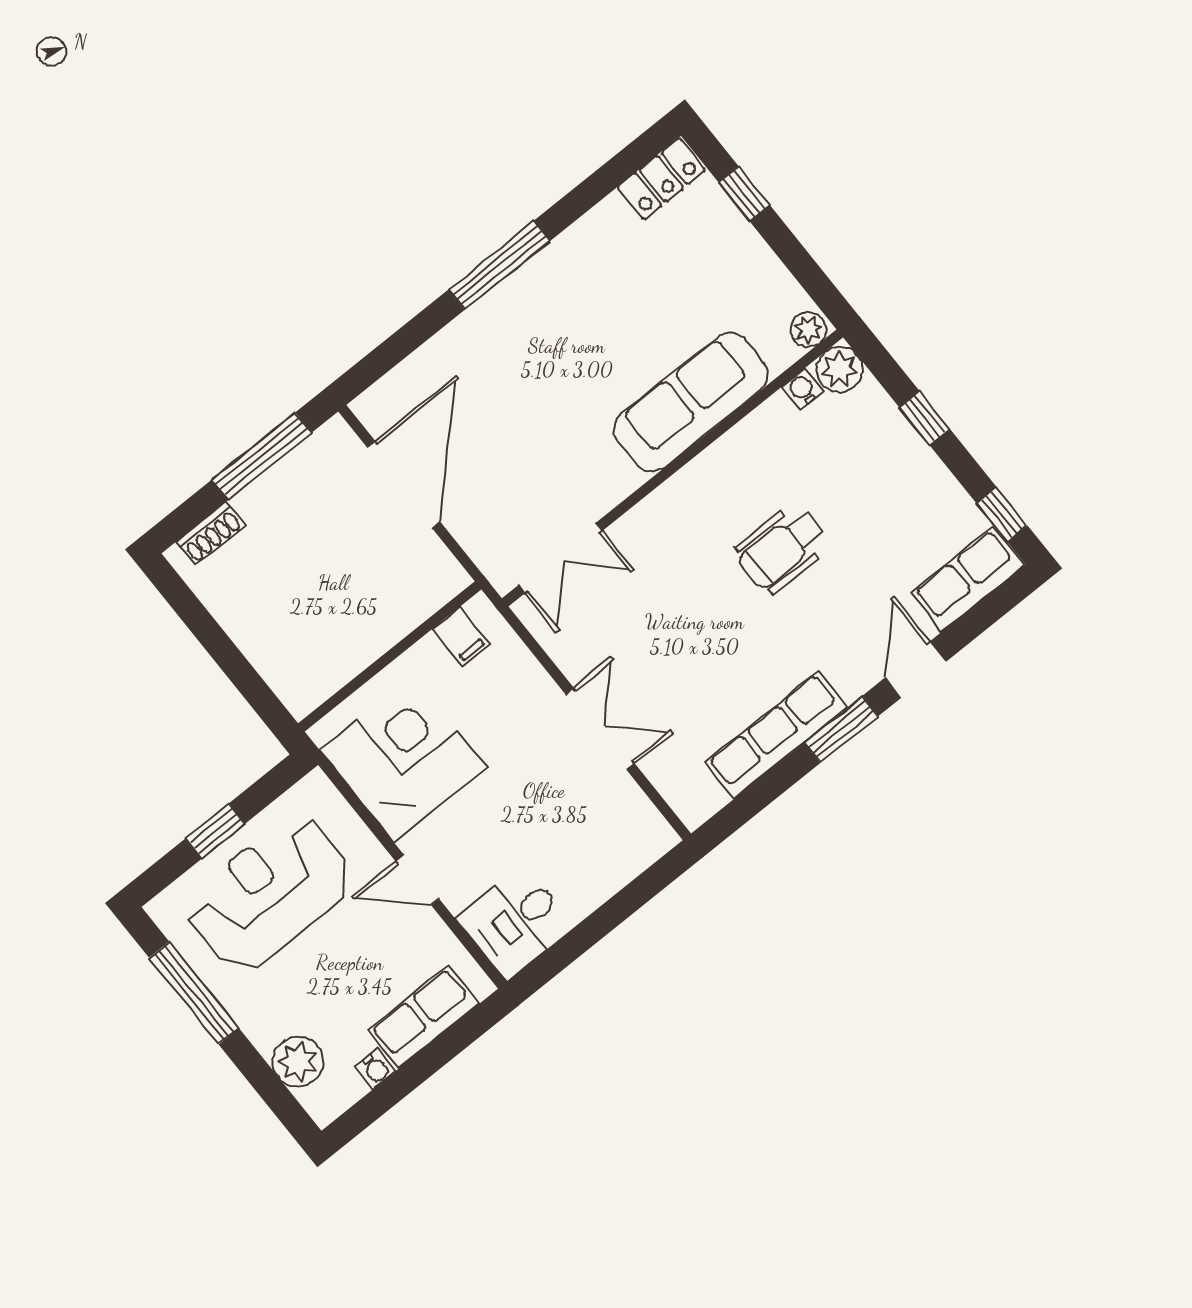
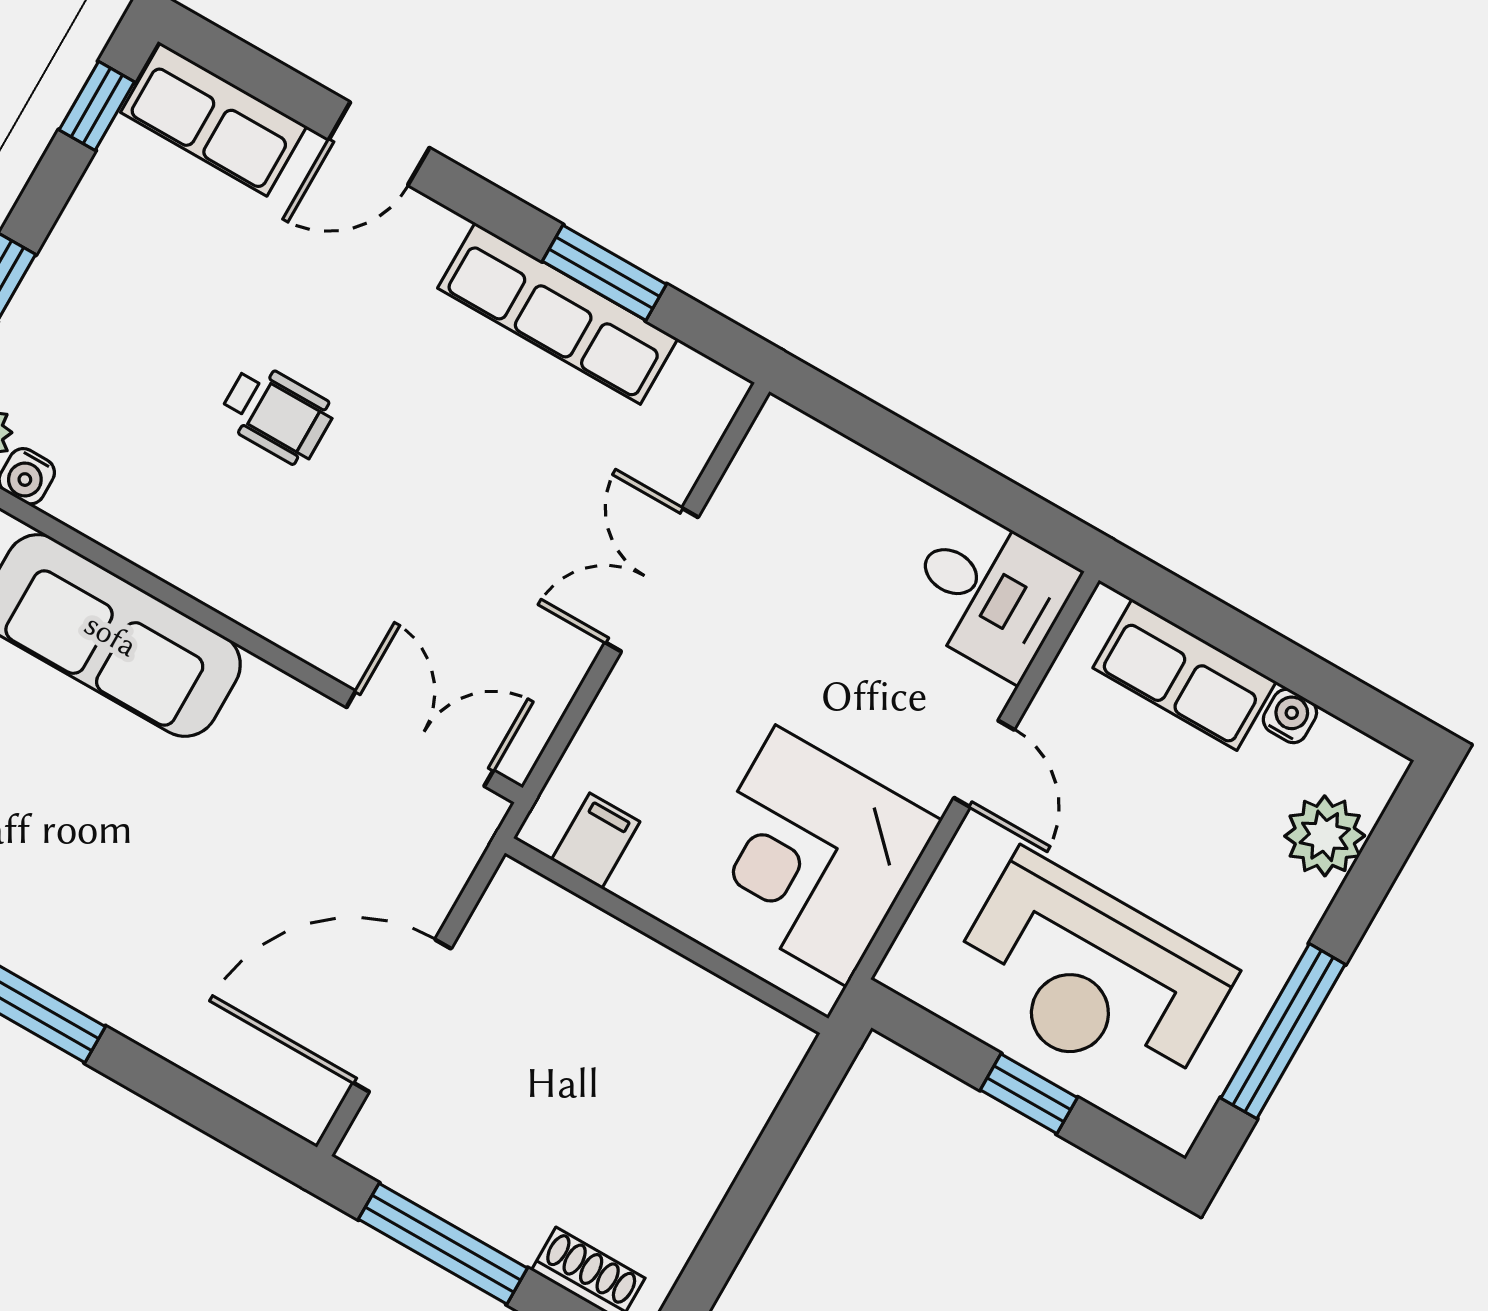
wheelchair: (782, 549) -> (277, 414), width x0.73, depth x0.73
window: (841, 729) -> (604, 273), moved

